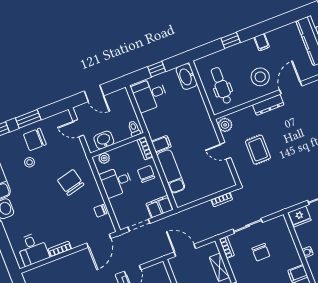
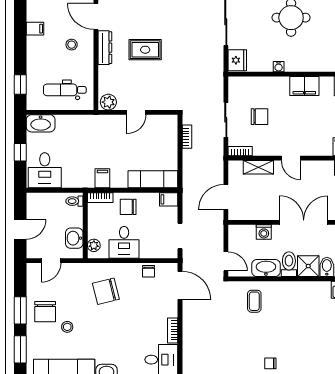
window: (231, 40) -> (20, 85), moved
stool: (260, 77) -> (72, 45), width x0.53, depth x0.53
rug: (258, 150) -> (145, 50), moved
exam couch: (171, 171) -> (153, 179), moved
filing cabinet: (160, 207) -> (169, 199), width x0.50

